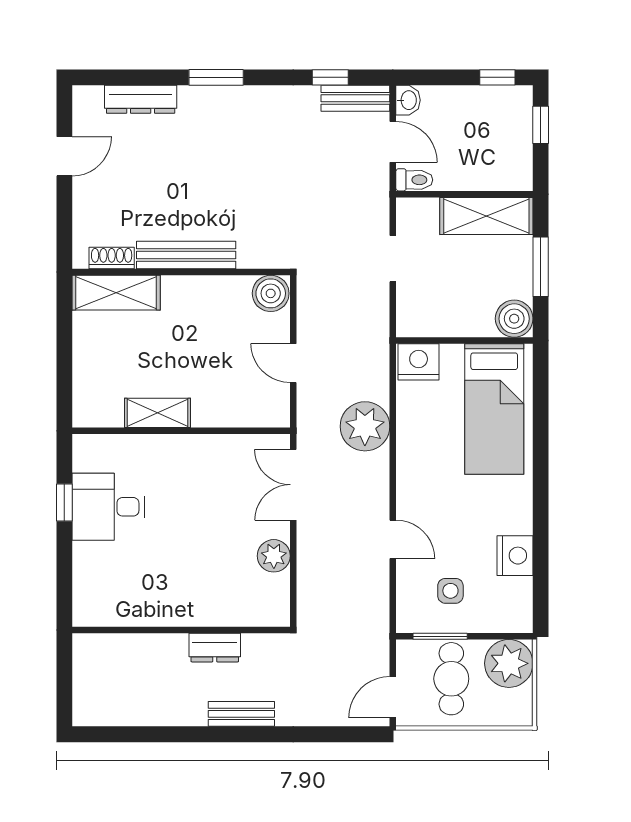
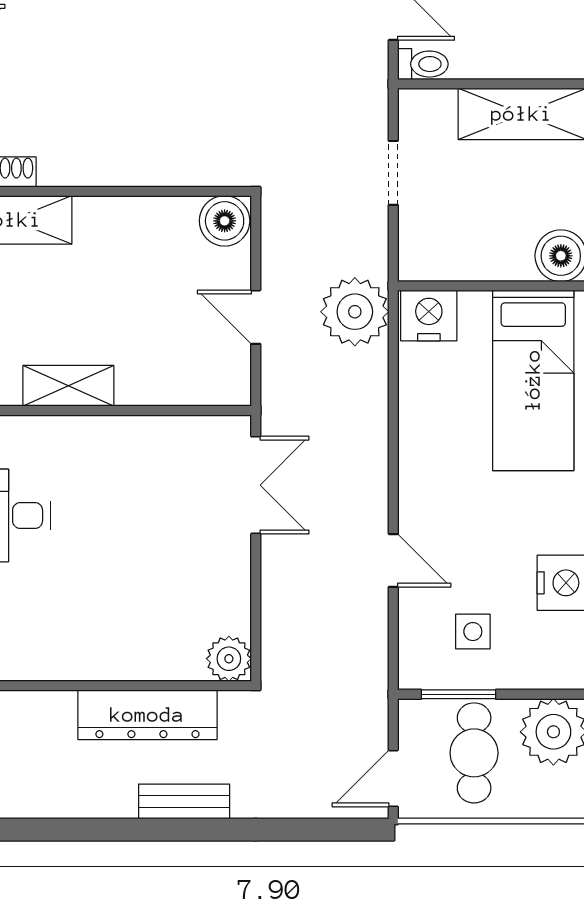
bench: (186, 255) -> (108, 168), removed
plant: (365, 426) -> (355, 312), moved
double door: (293, 485) -> (256, 485), swing flipped
plant: (274, 556) -> (229, 659), moved
dresser: (215, 648) -> (147, 715), width x1.96, depth x1.24

